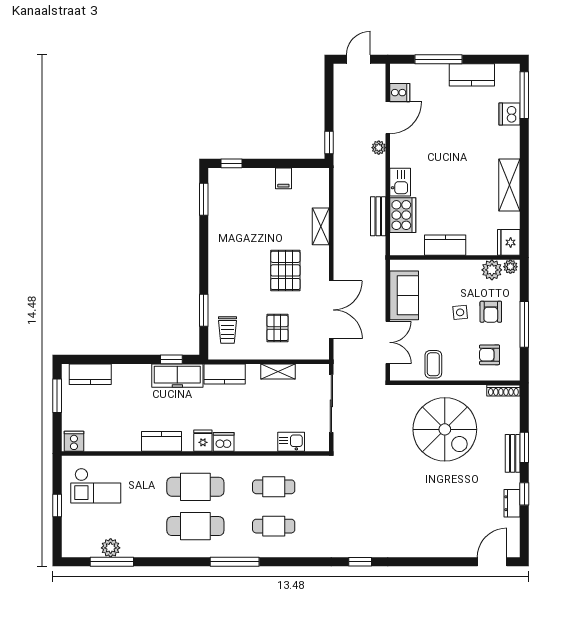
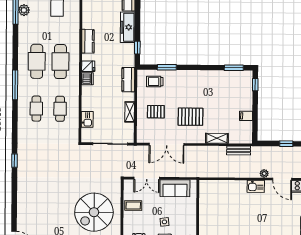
window: (329, 143) -> (286, 144), moved
kitchen sink: (400, 182) -> (256, 186), moved
cooker: (403, 215) -> (223, 188), removed
bench: (378, 216) -> (239, 151), moved
kitchen counter: (445, 245) -> (205, 213), removed
freezer: (177, 376) -> (128, 27), moved

